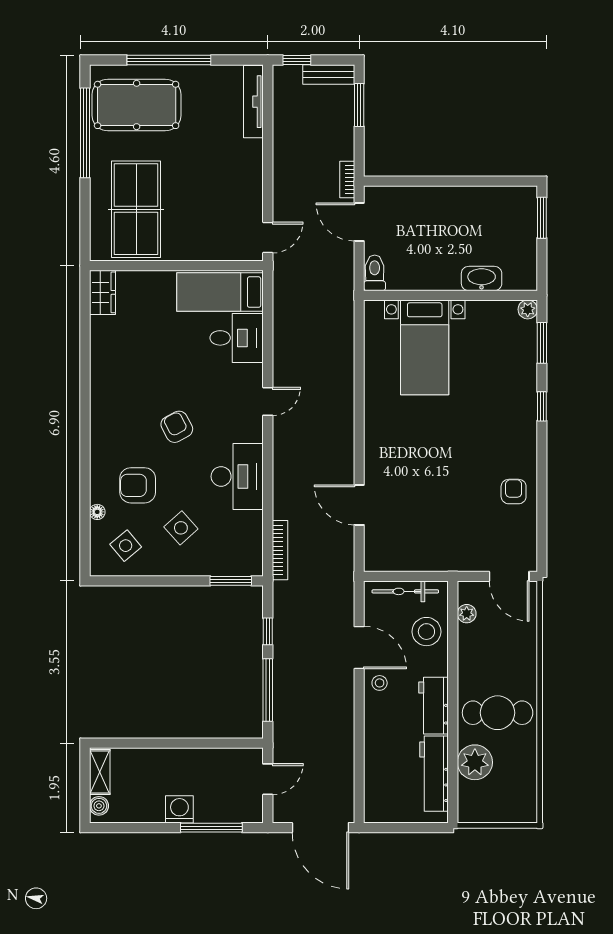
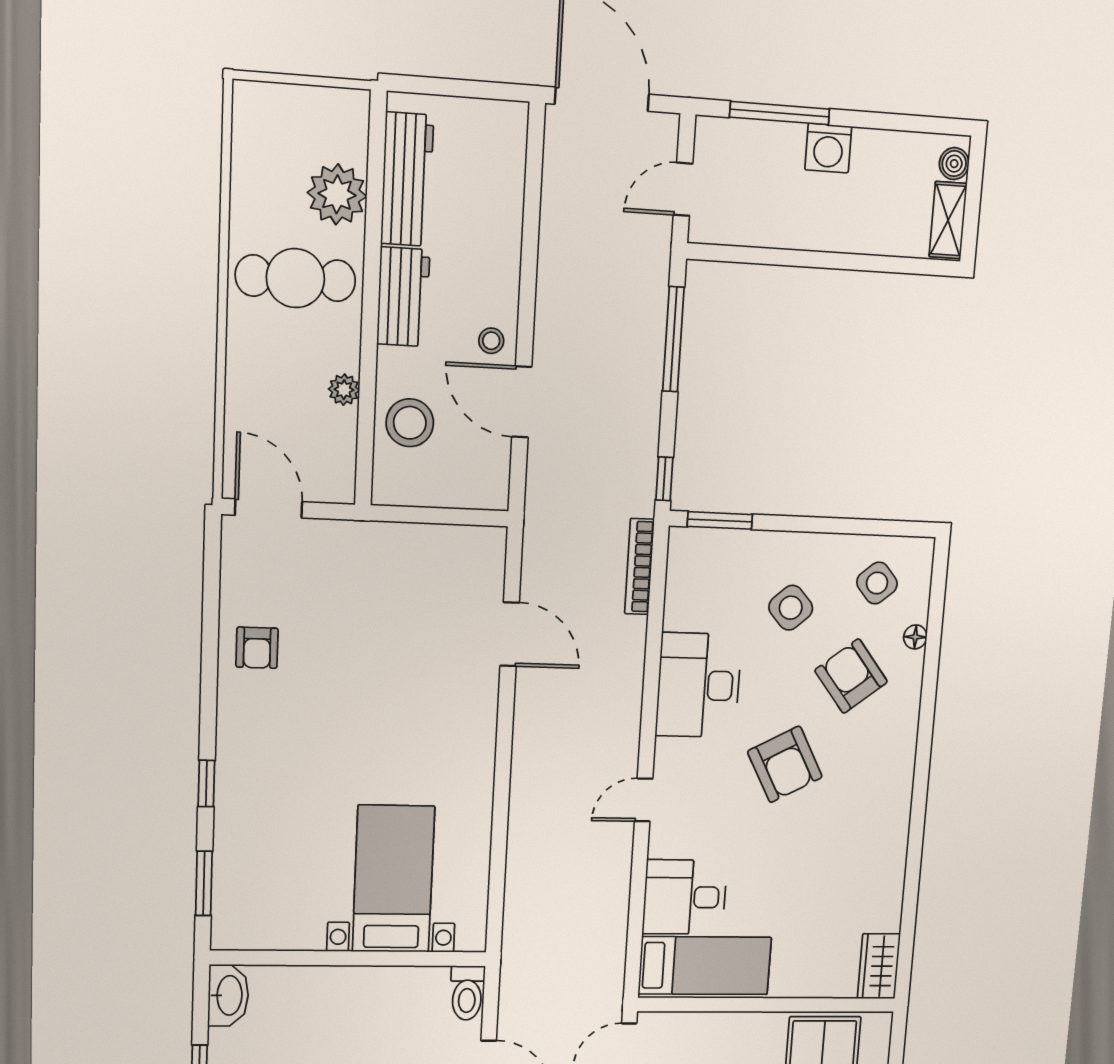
washbasin: (482, 278) -> (228, 995), moved, turned -90
plant: (528, 309) -> (226, 936), removed
armchair: (177, 427) -> (785, 764), width x1.38, depth x1.38
armchair: (138, 485) -> (851, 676), turned -128
bicycle: (405, 591) -> (442, 491), removed
plant: (467, 614) -> (344, 390), moved
window: (268, 631) -> (664, 479), moved

